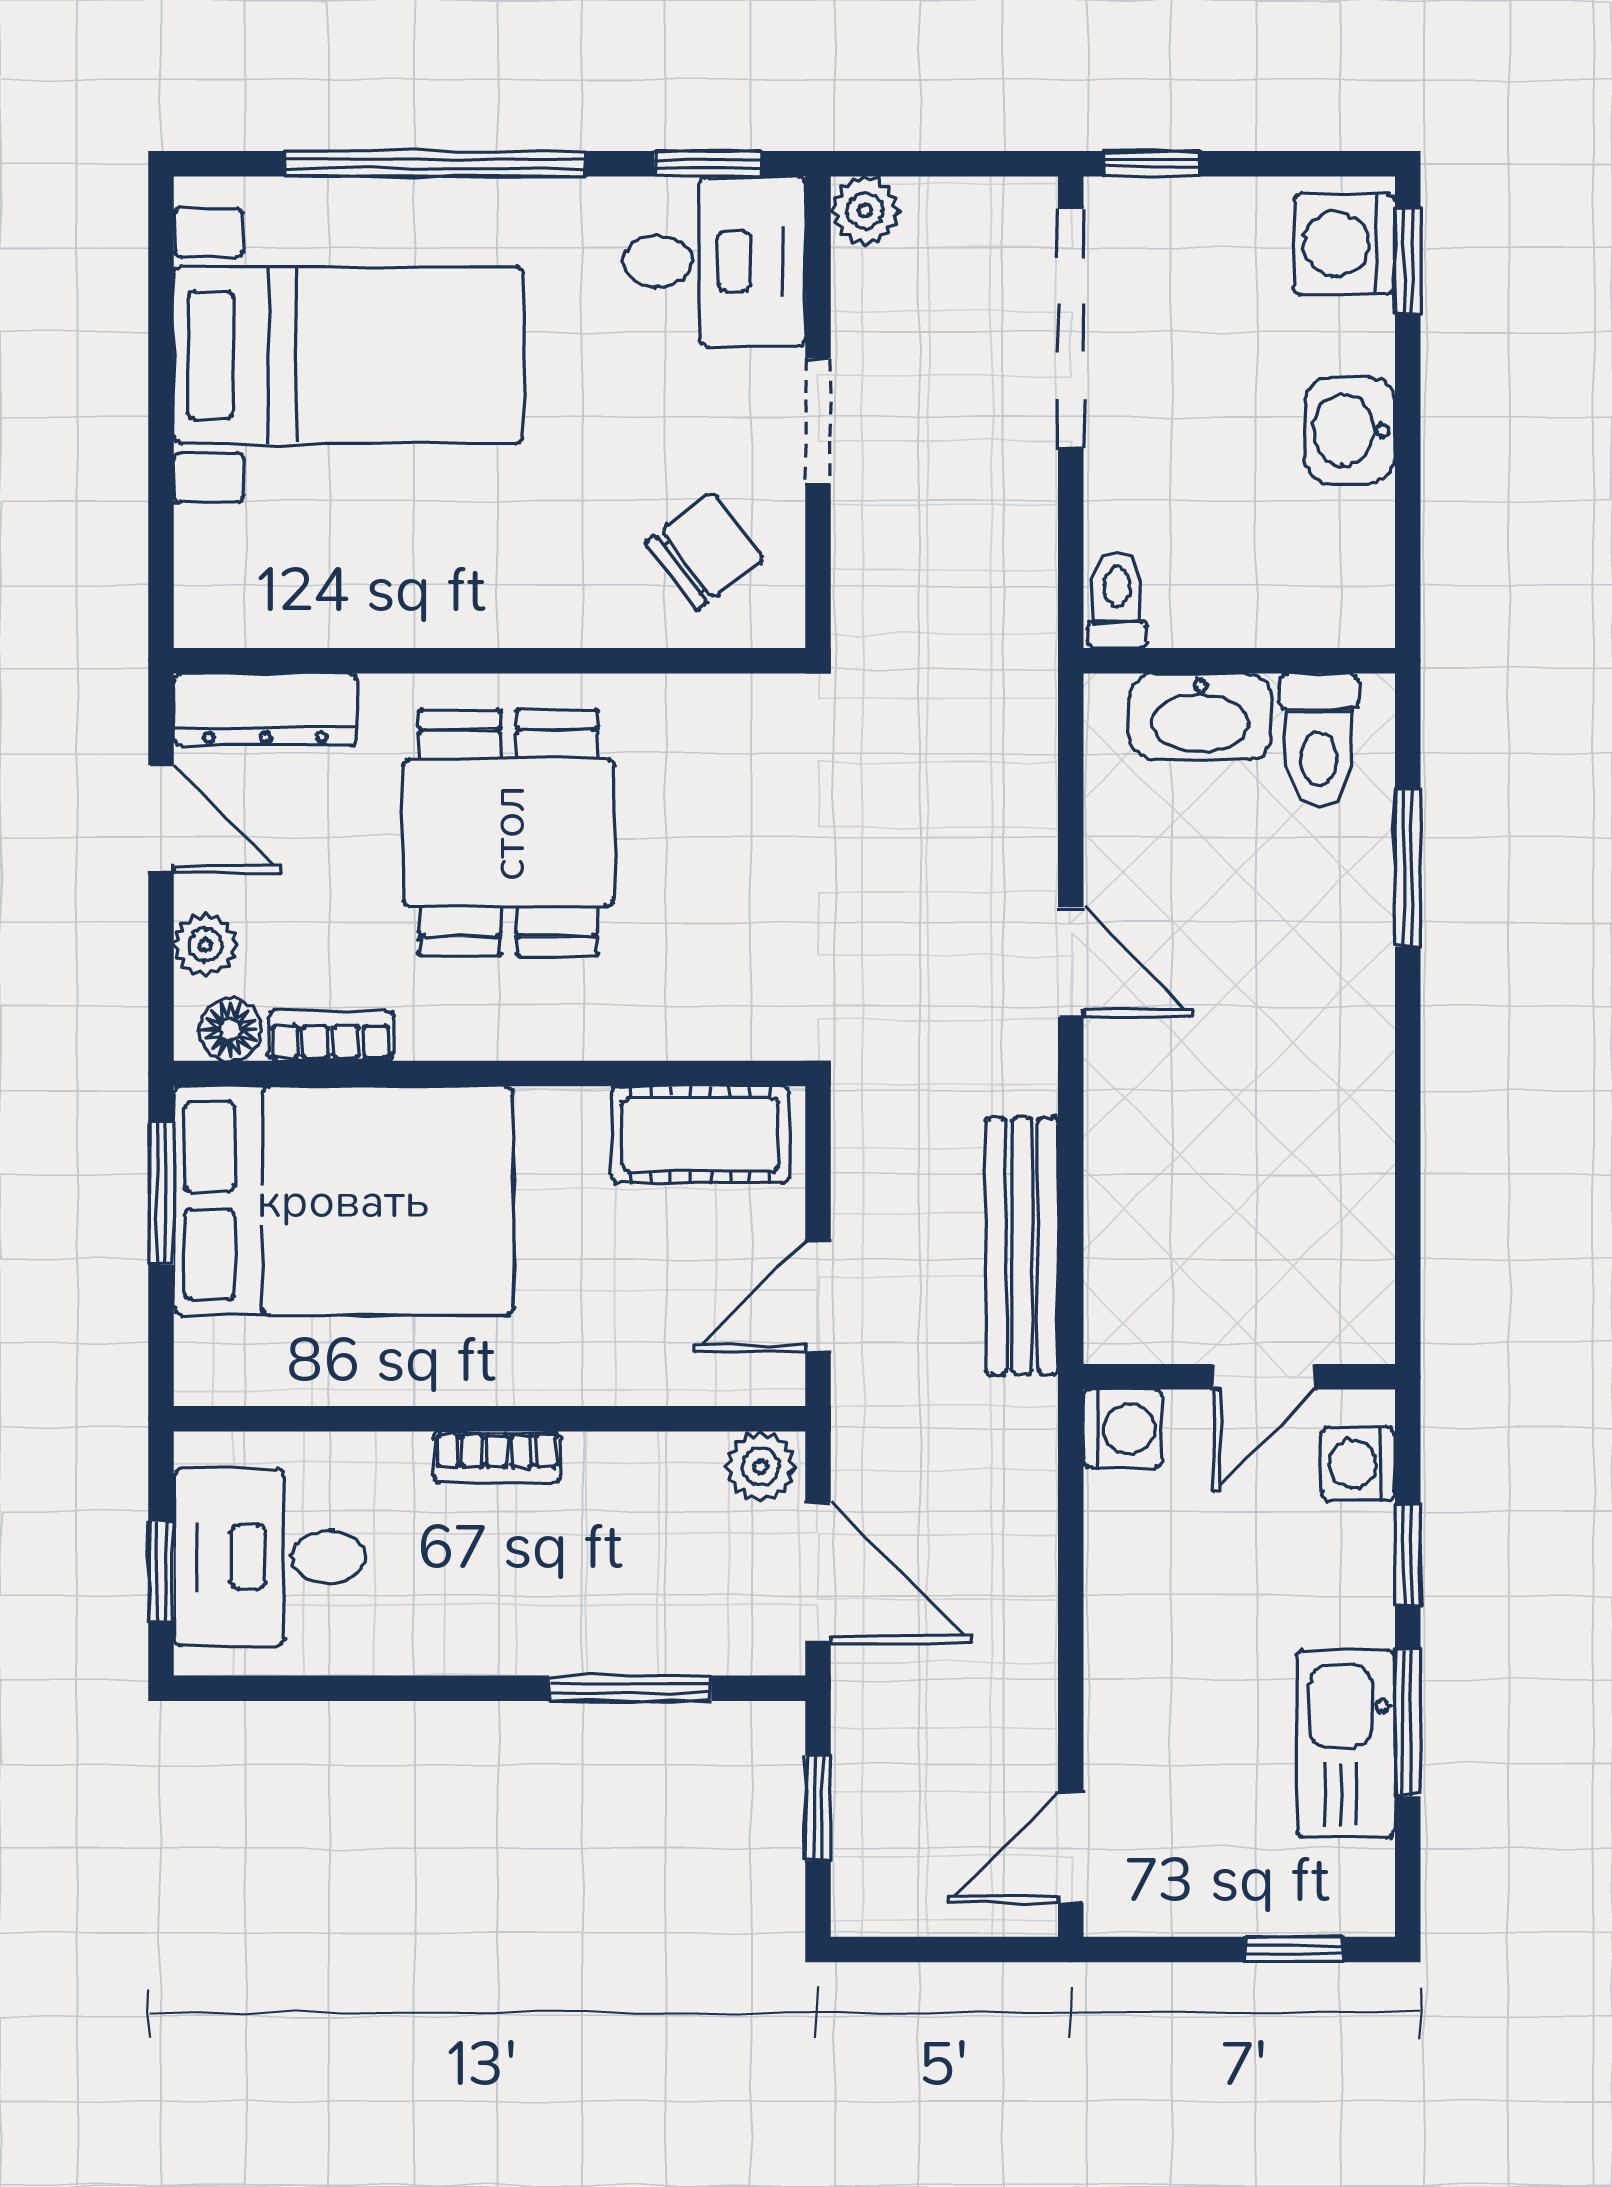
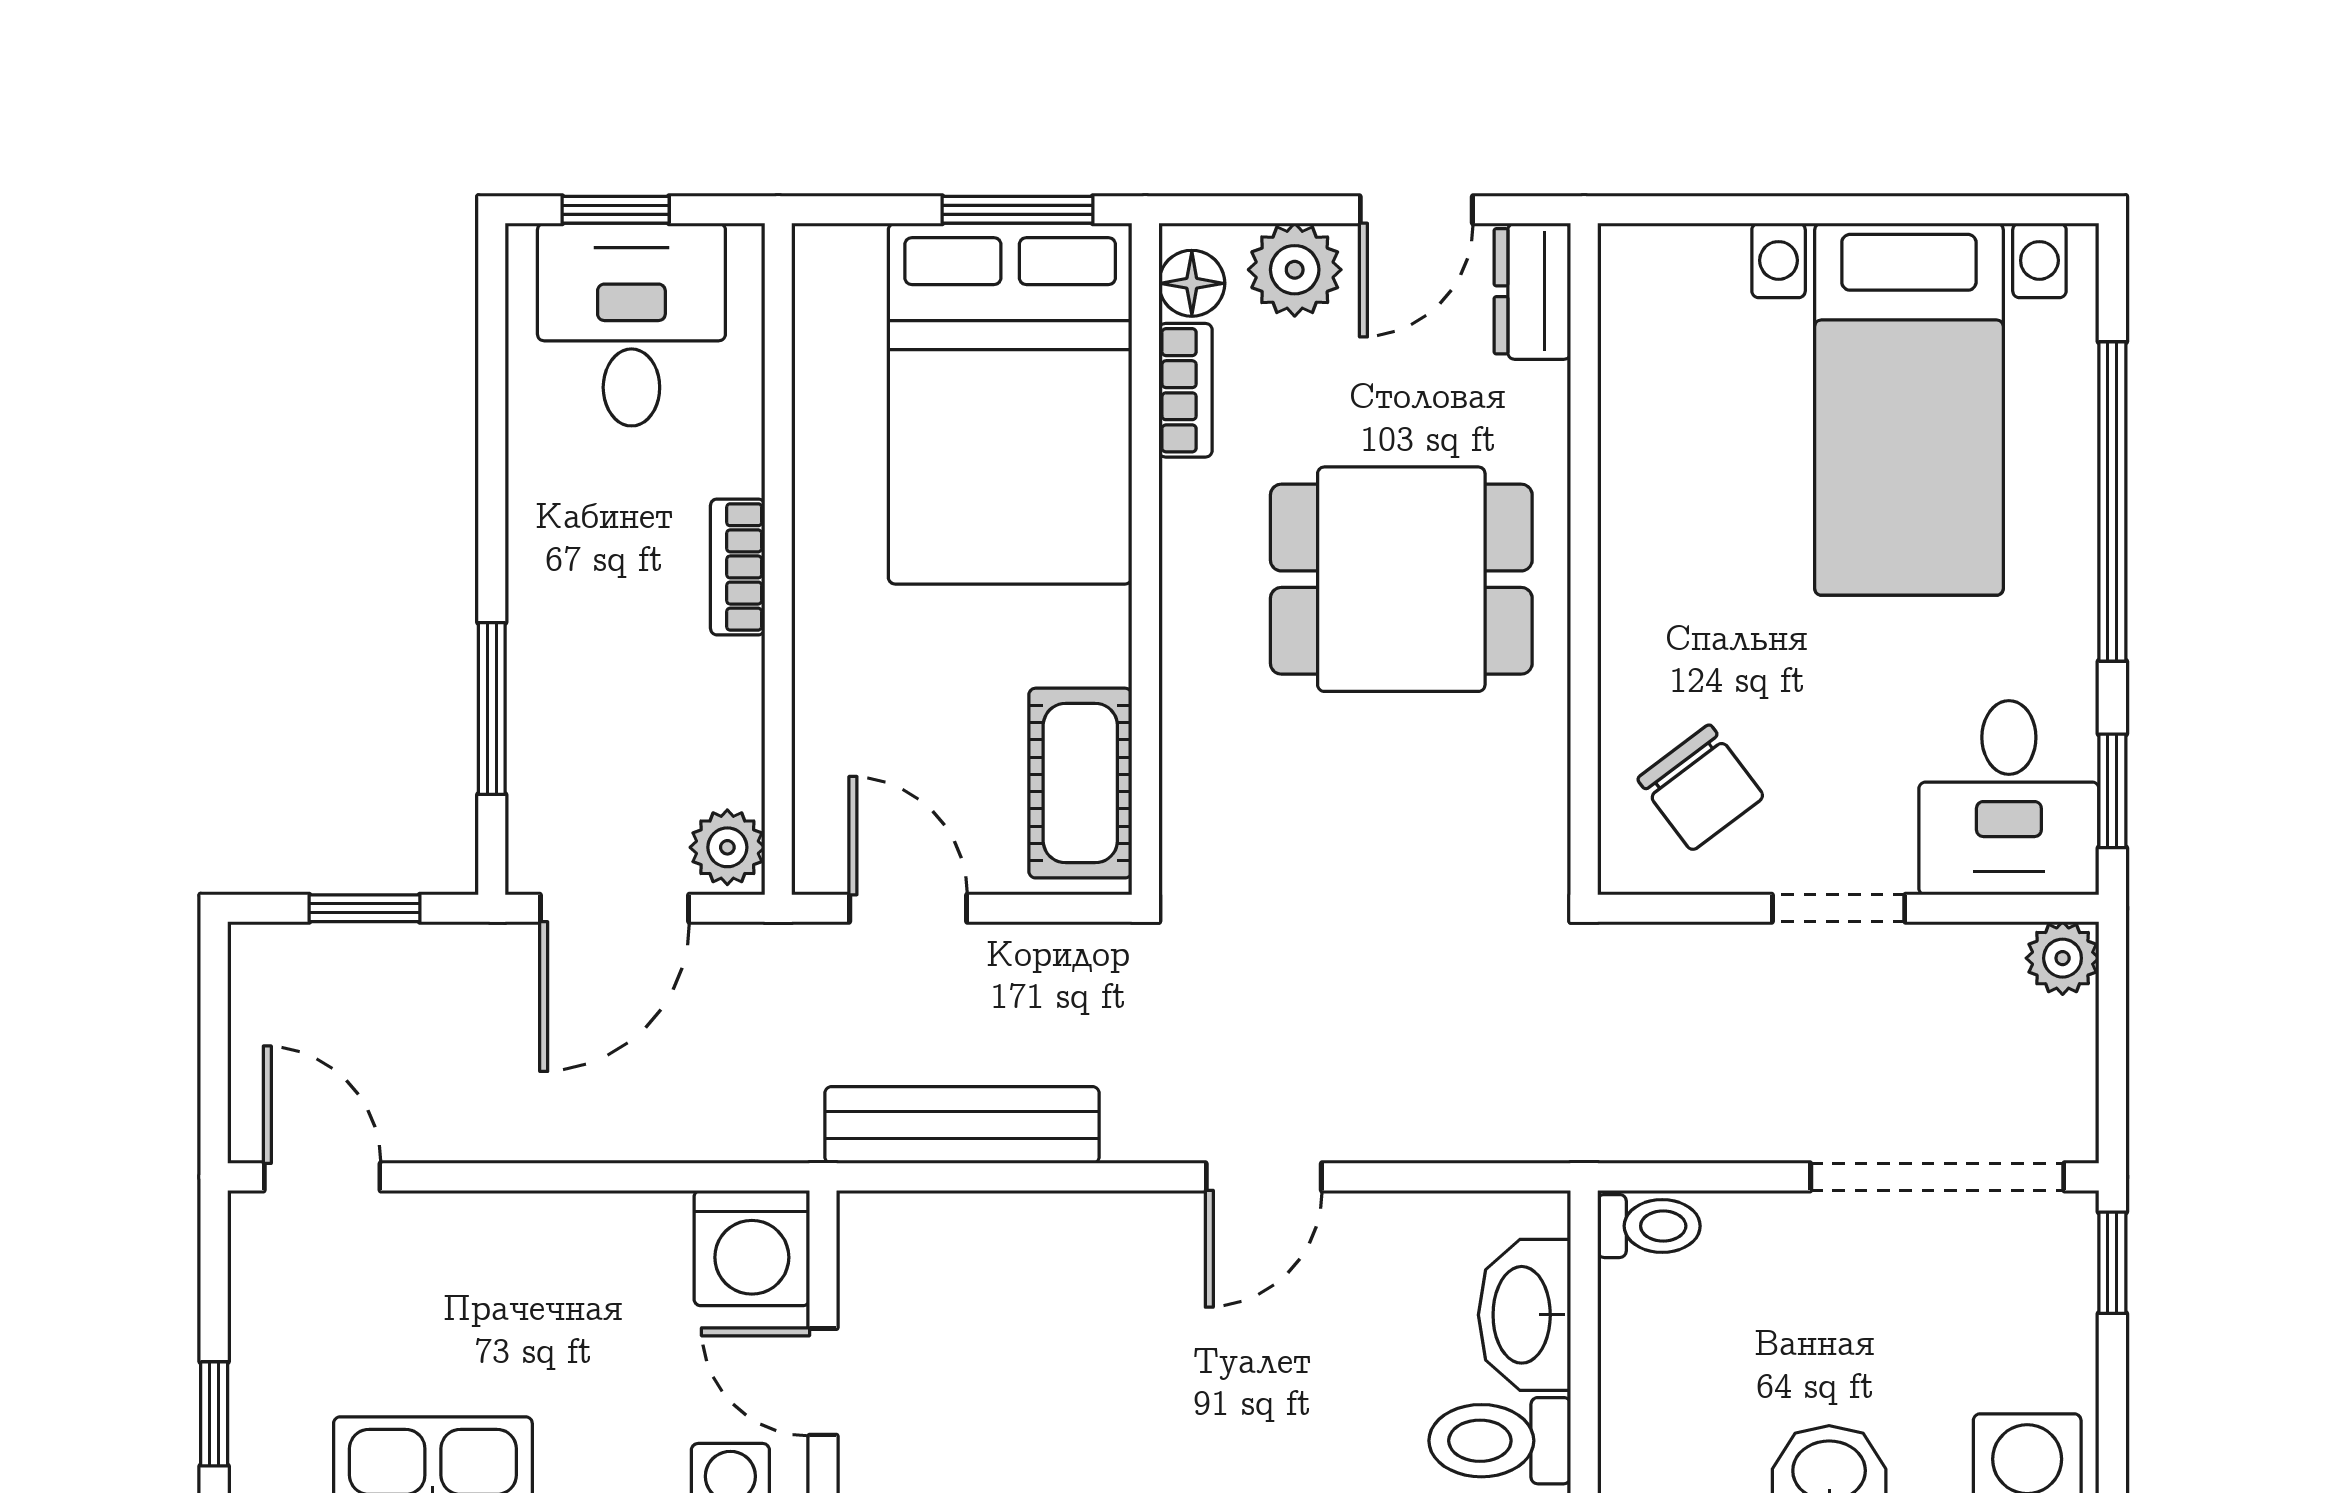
dresser: (266, 709) -> (1532, 291), width x0.70
plant: (205, 945) -> (1295, 270), width x1.38, depth x1.38
washing machine: (1123, 1429) -> (752, 1248), width x1.38, depth x1.38

